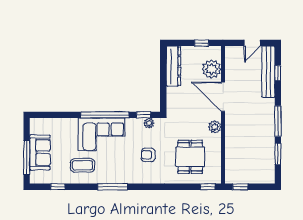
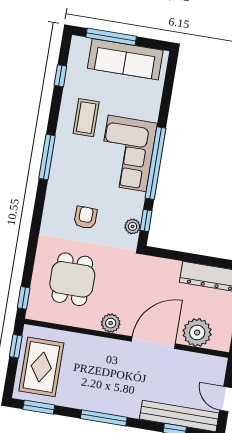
sofa: (40, 152) -> (125, 59), width x1.36
window: (278, 154) -> (39, 407), moved
dining table: (190, 157) -> (72, 279), turned 90
rug: (251, 168) -> (41, 367), added

